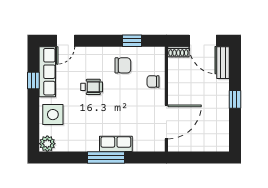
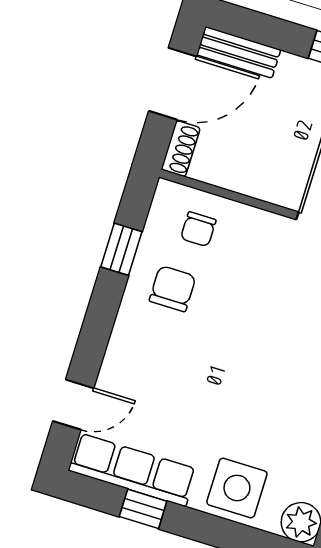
door: (66, 41) -> (73, 405), hinge flipped
chair: (153, 82) -> (198, 229), moved
wheelchair: (92, 87) -> (200, 377), removed

